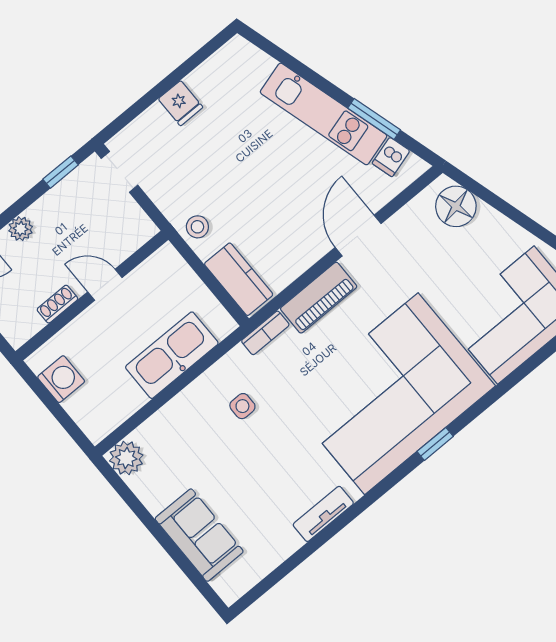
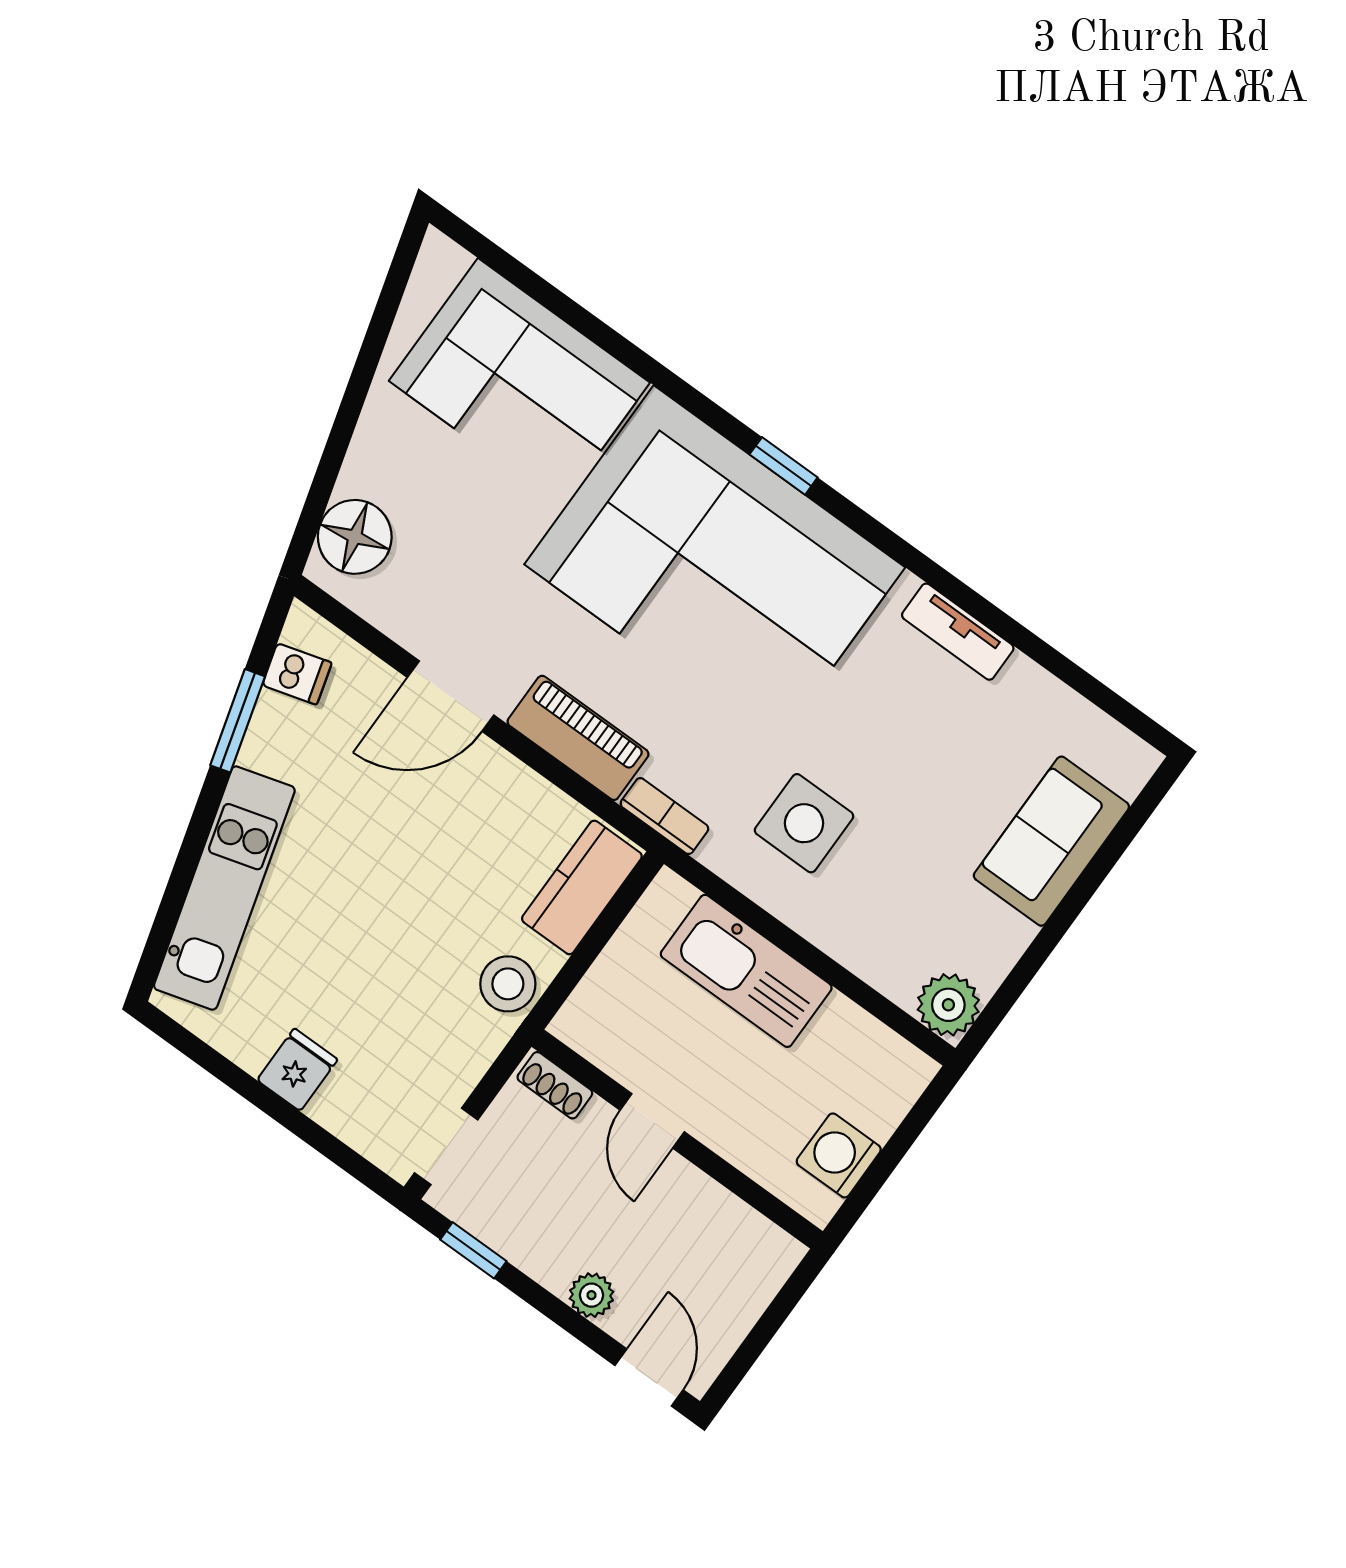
kitchen unit: (324, 114) -> (224, 888), moved
stool: (197, 227) -> (508, 984), width x1.37, depth x1.37
shoe rack: (57, 304) -> (555, 1085), moved
side table: (242, 406) -> (804, 823), width x1.87, depth x1.87

